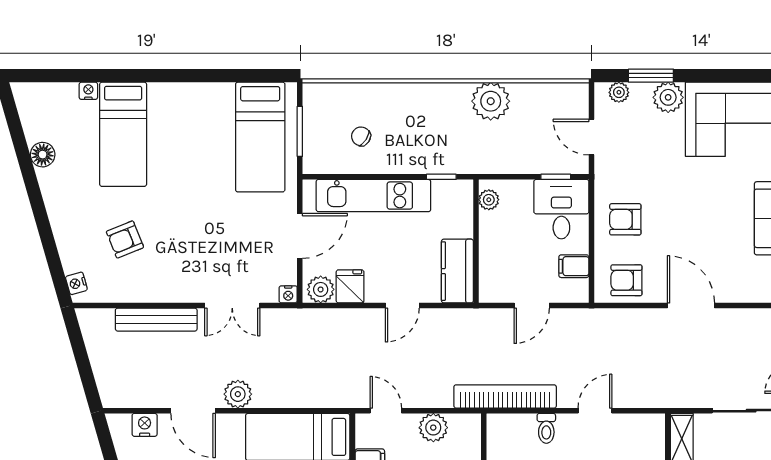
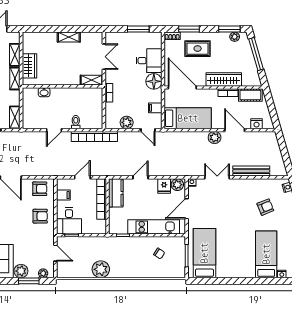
plant: (489, 200) -> (102, 225), removed
bookcase: (489, 257) -> (102, 199), added

